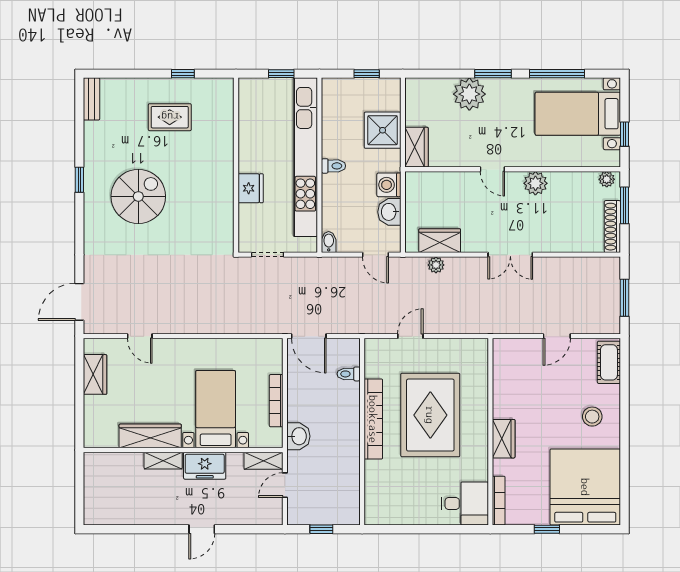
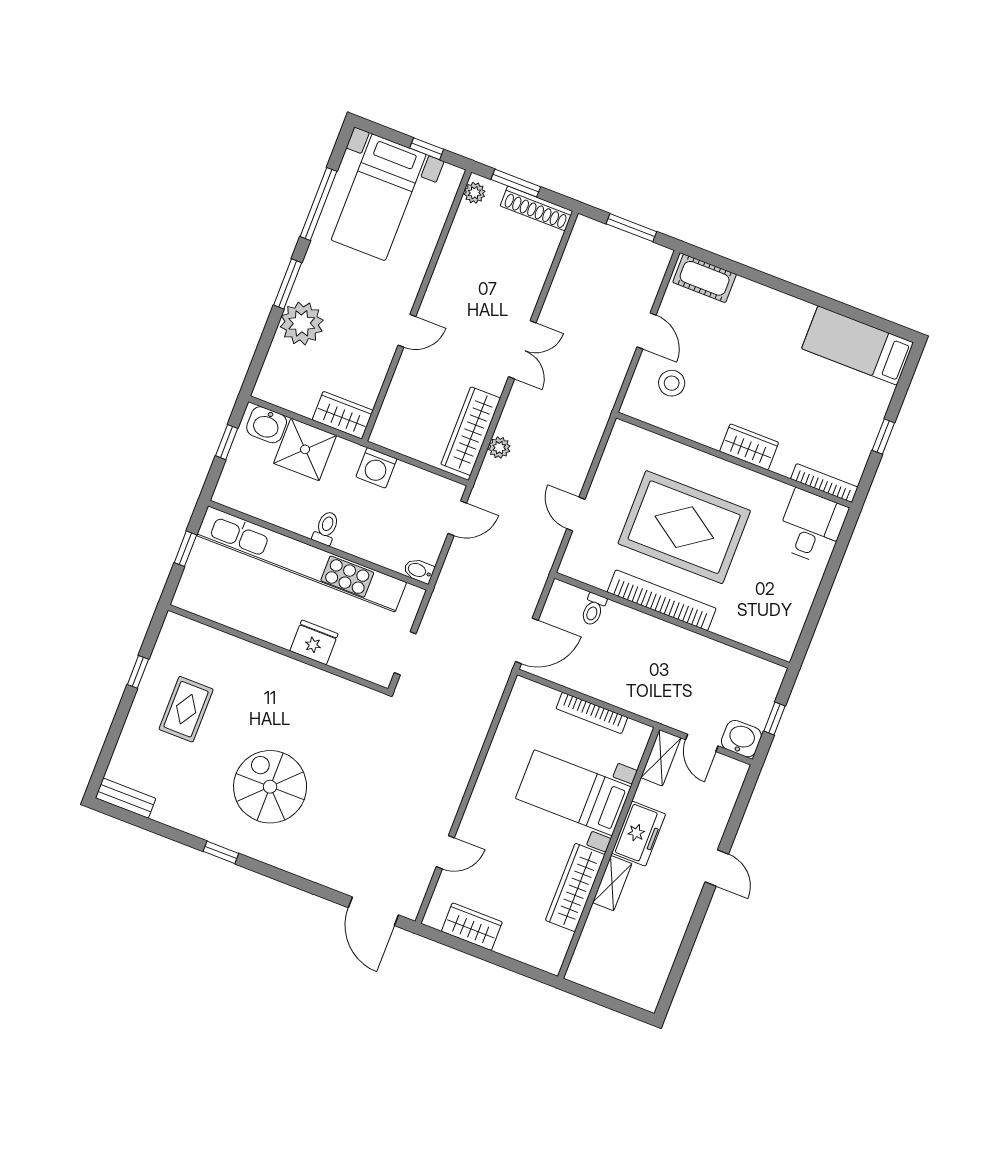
plant: (535, 183) -> (445, 284), removed
washbasin: (389, 212) -> (267, 425), moved
wardrobe: (440, 241) -> (471, 431), width x1.50
stool: (592, 417) -> (672, 383), moved
washbasin: (298, 436) -> (741, 739), moved
bed: (585, 487) -> (858, 346), width x0.49

